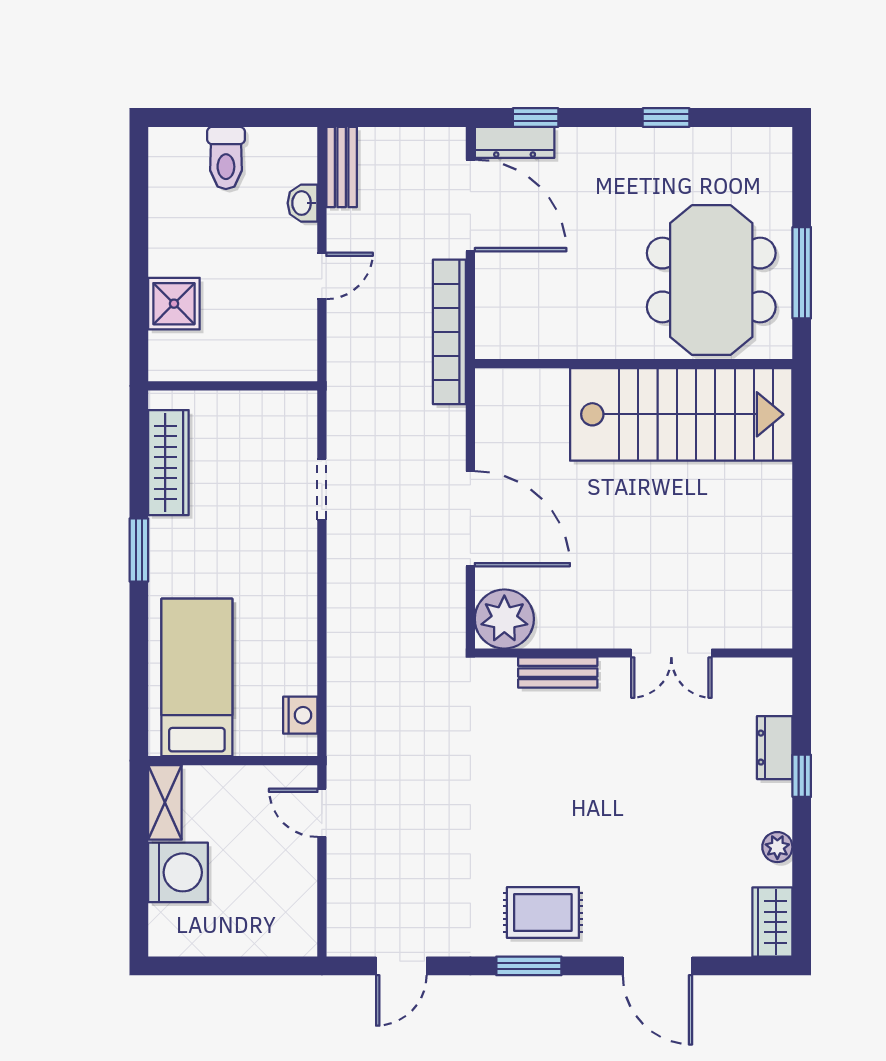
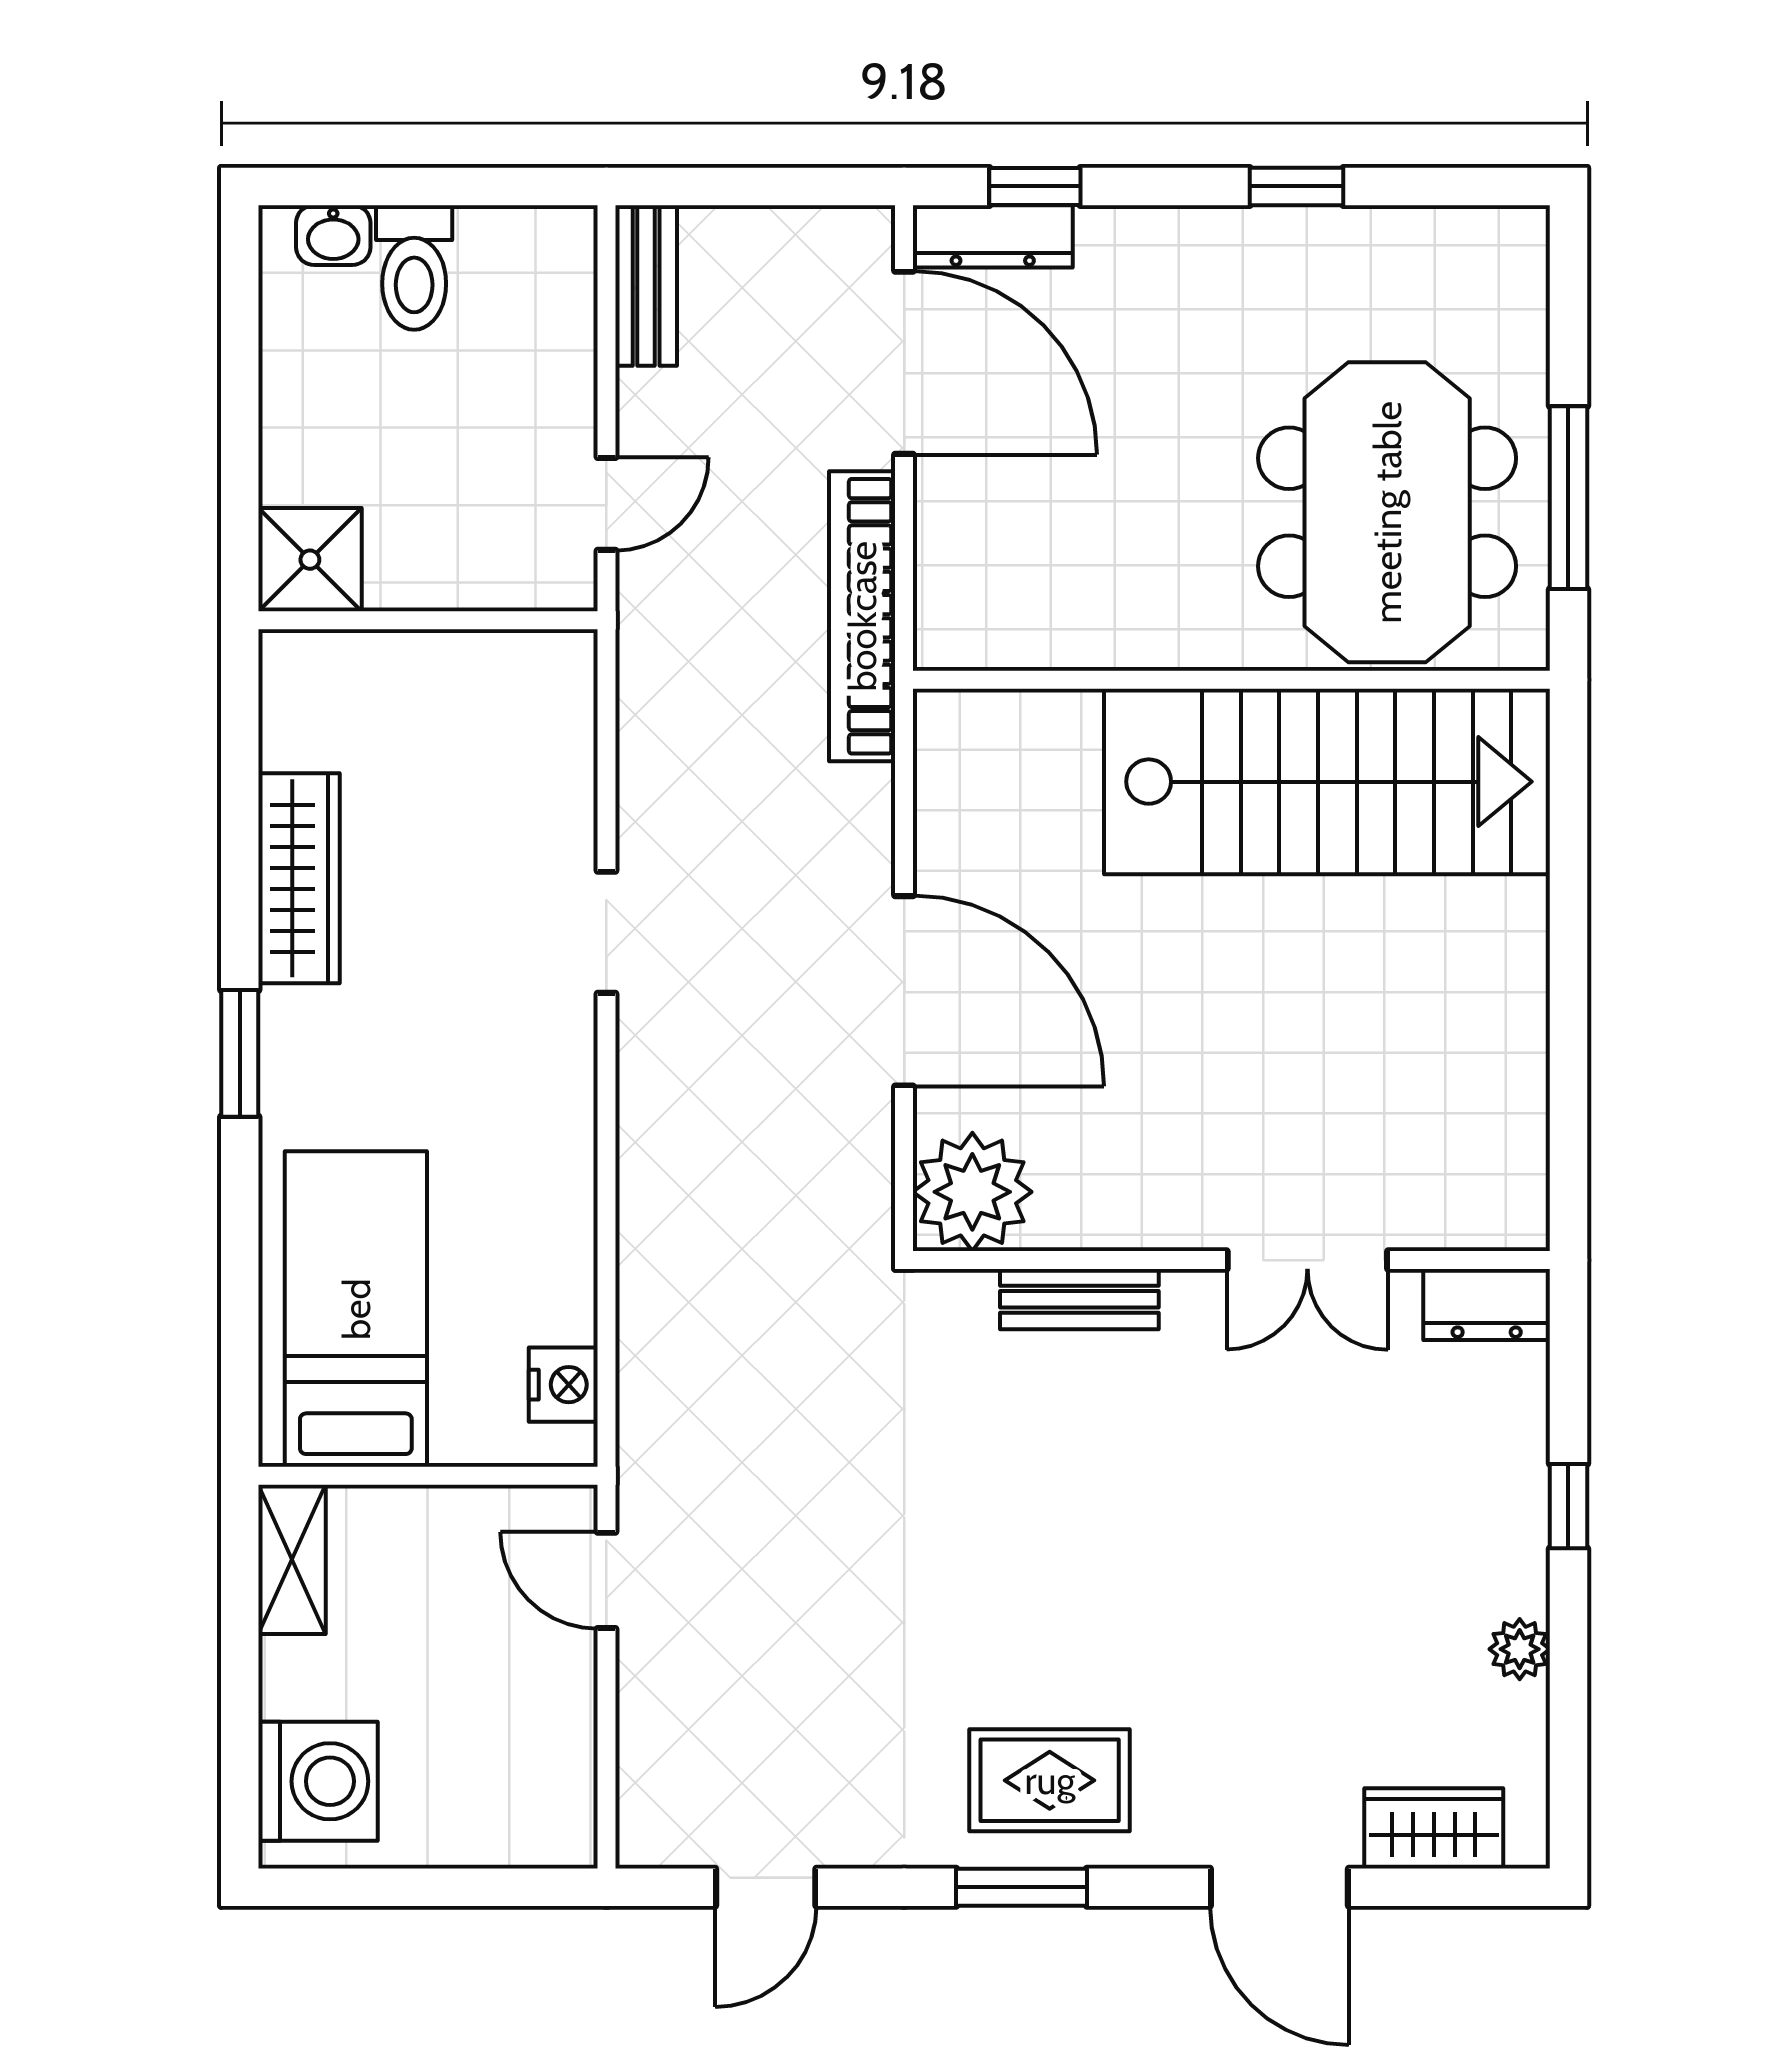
washbasin: (302, 203) -> (333, 235), moved, turned -90
wall: (233, 386) -> (428, 620), moved
dresser: (775, 748) -> (1487, 1305), moved, turned -90
washing machine: (178, 872) -> (318, 1781), moved
wardrobe: (772, 922) -> (1434, 1828), moved, turned 90

